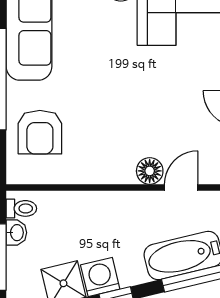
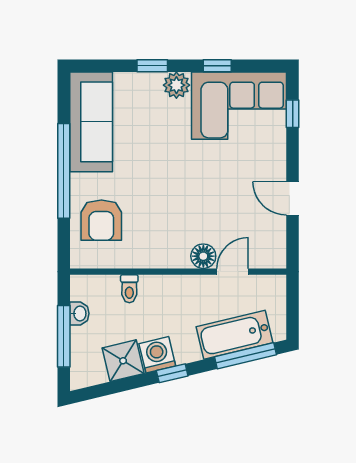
toilet: (21, 208) -> (129, 289), moved, turned 90

